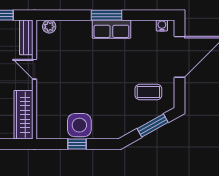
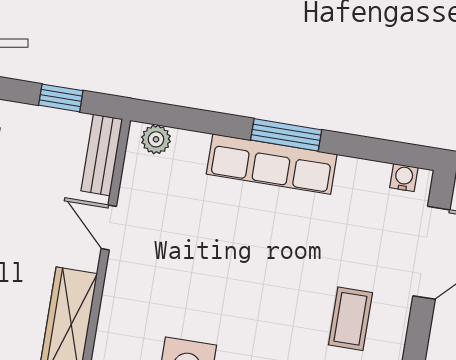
row of seats: (111, 29) -> (272, 164), width x1.48
coffee table: (148, 92) -> (350, 319), turned 90

